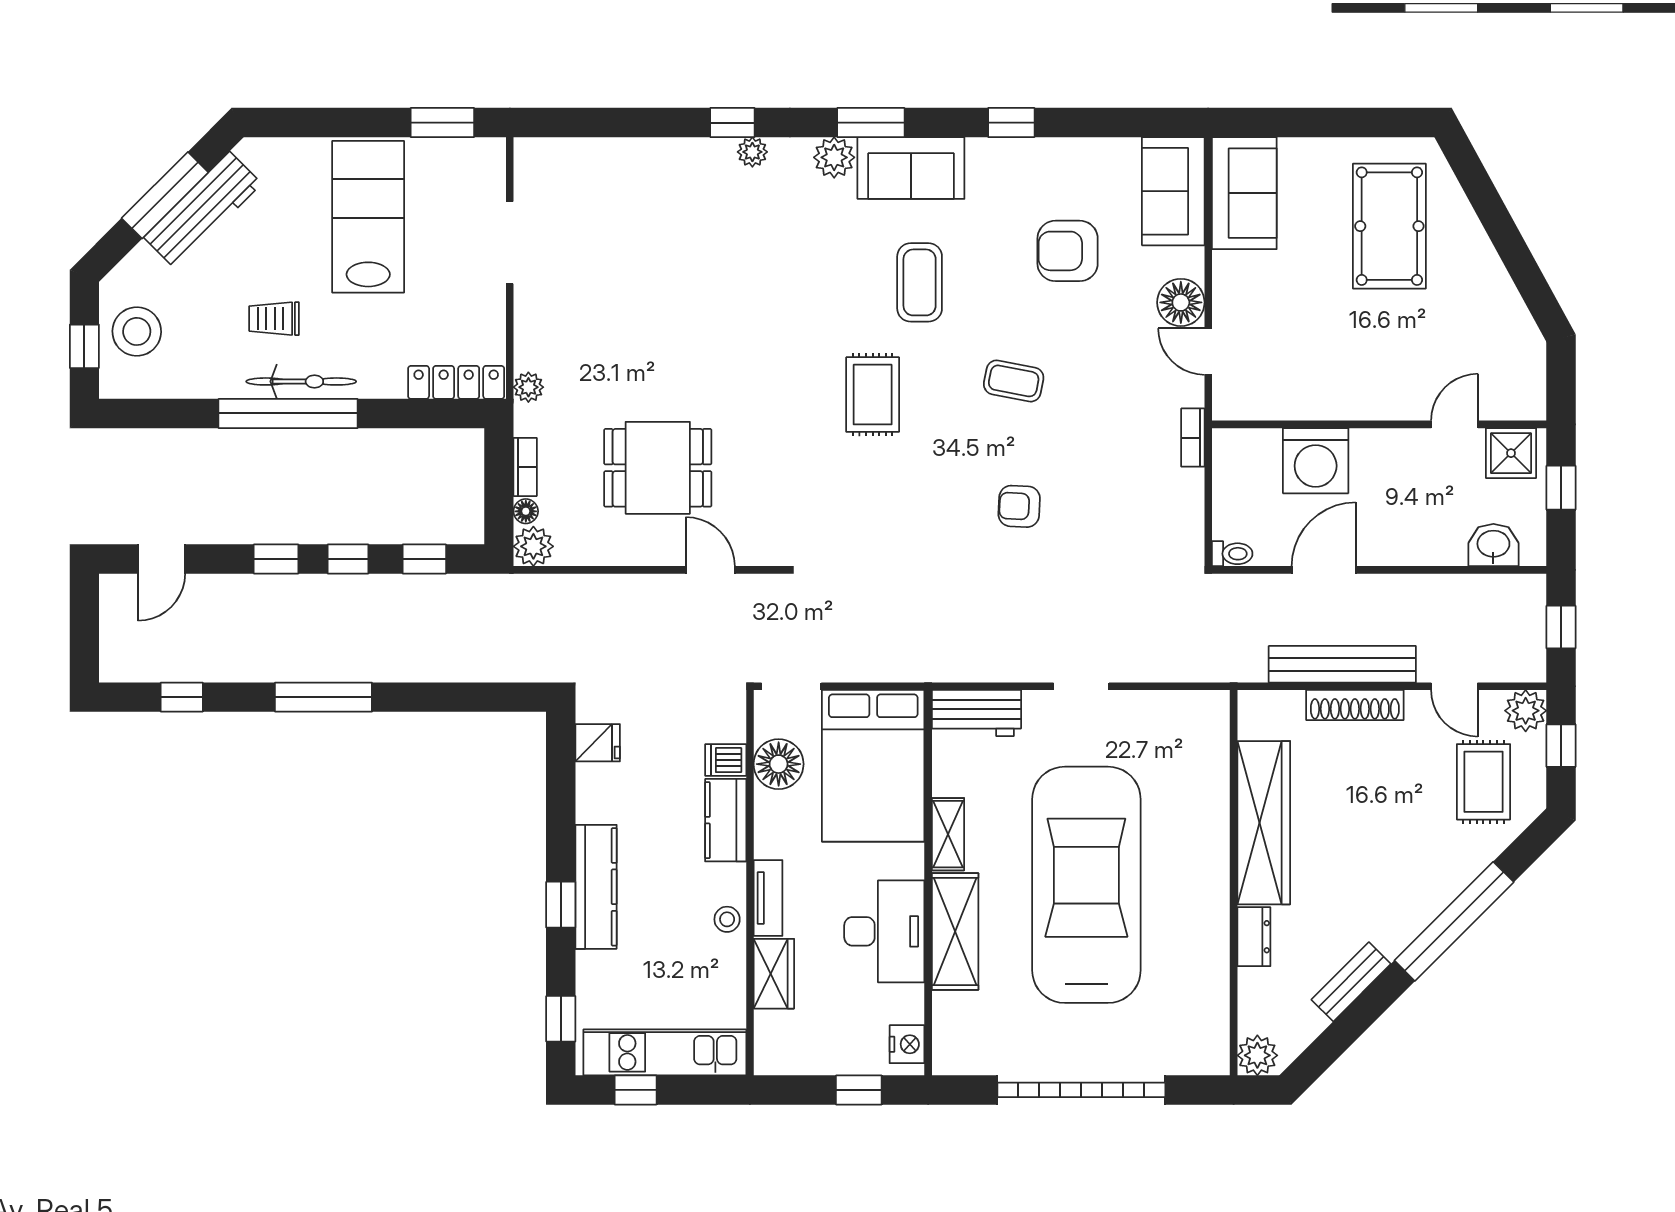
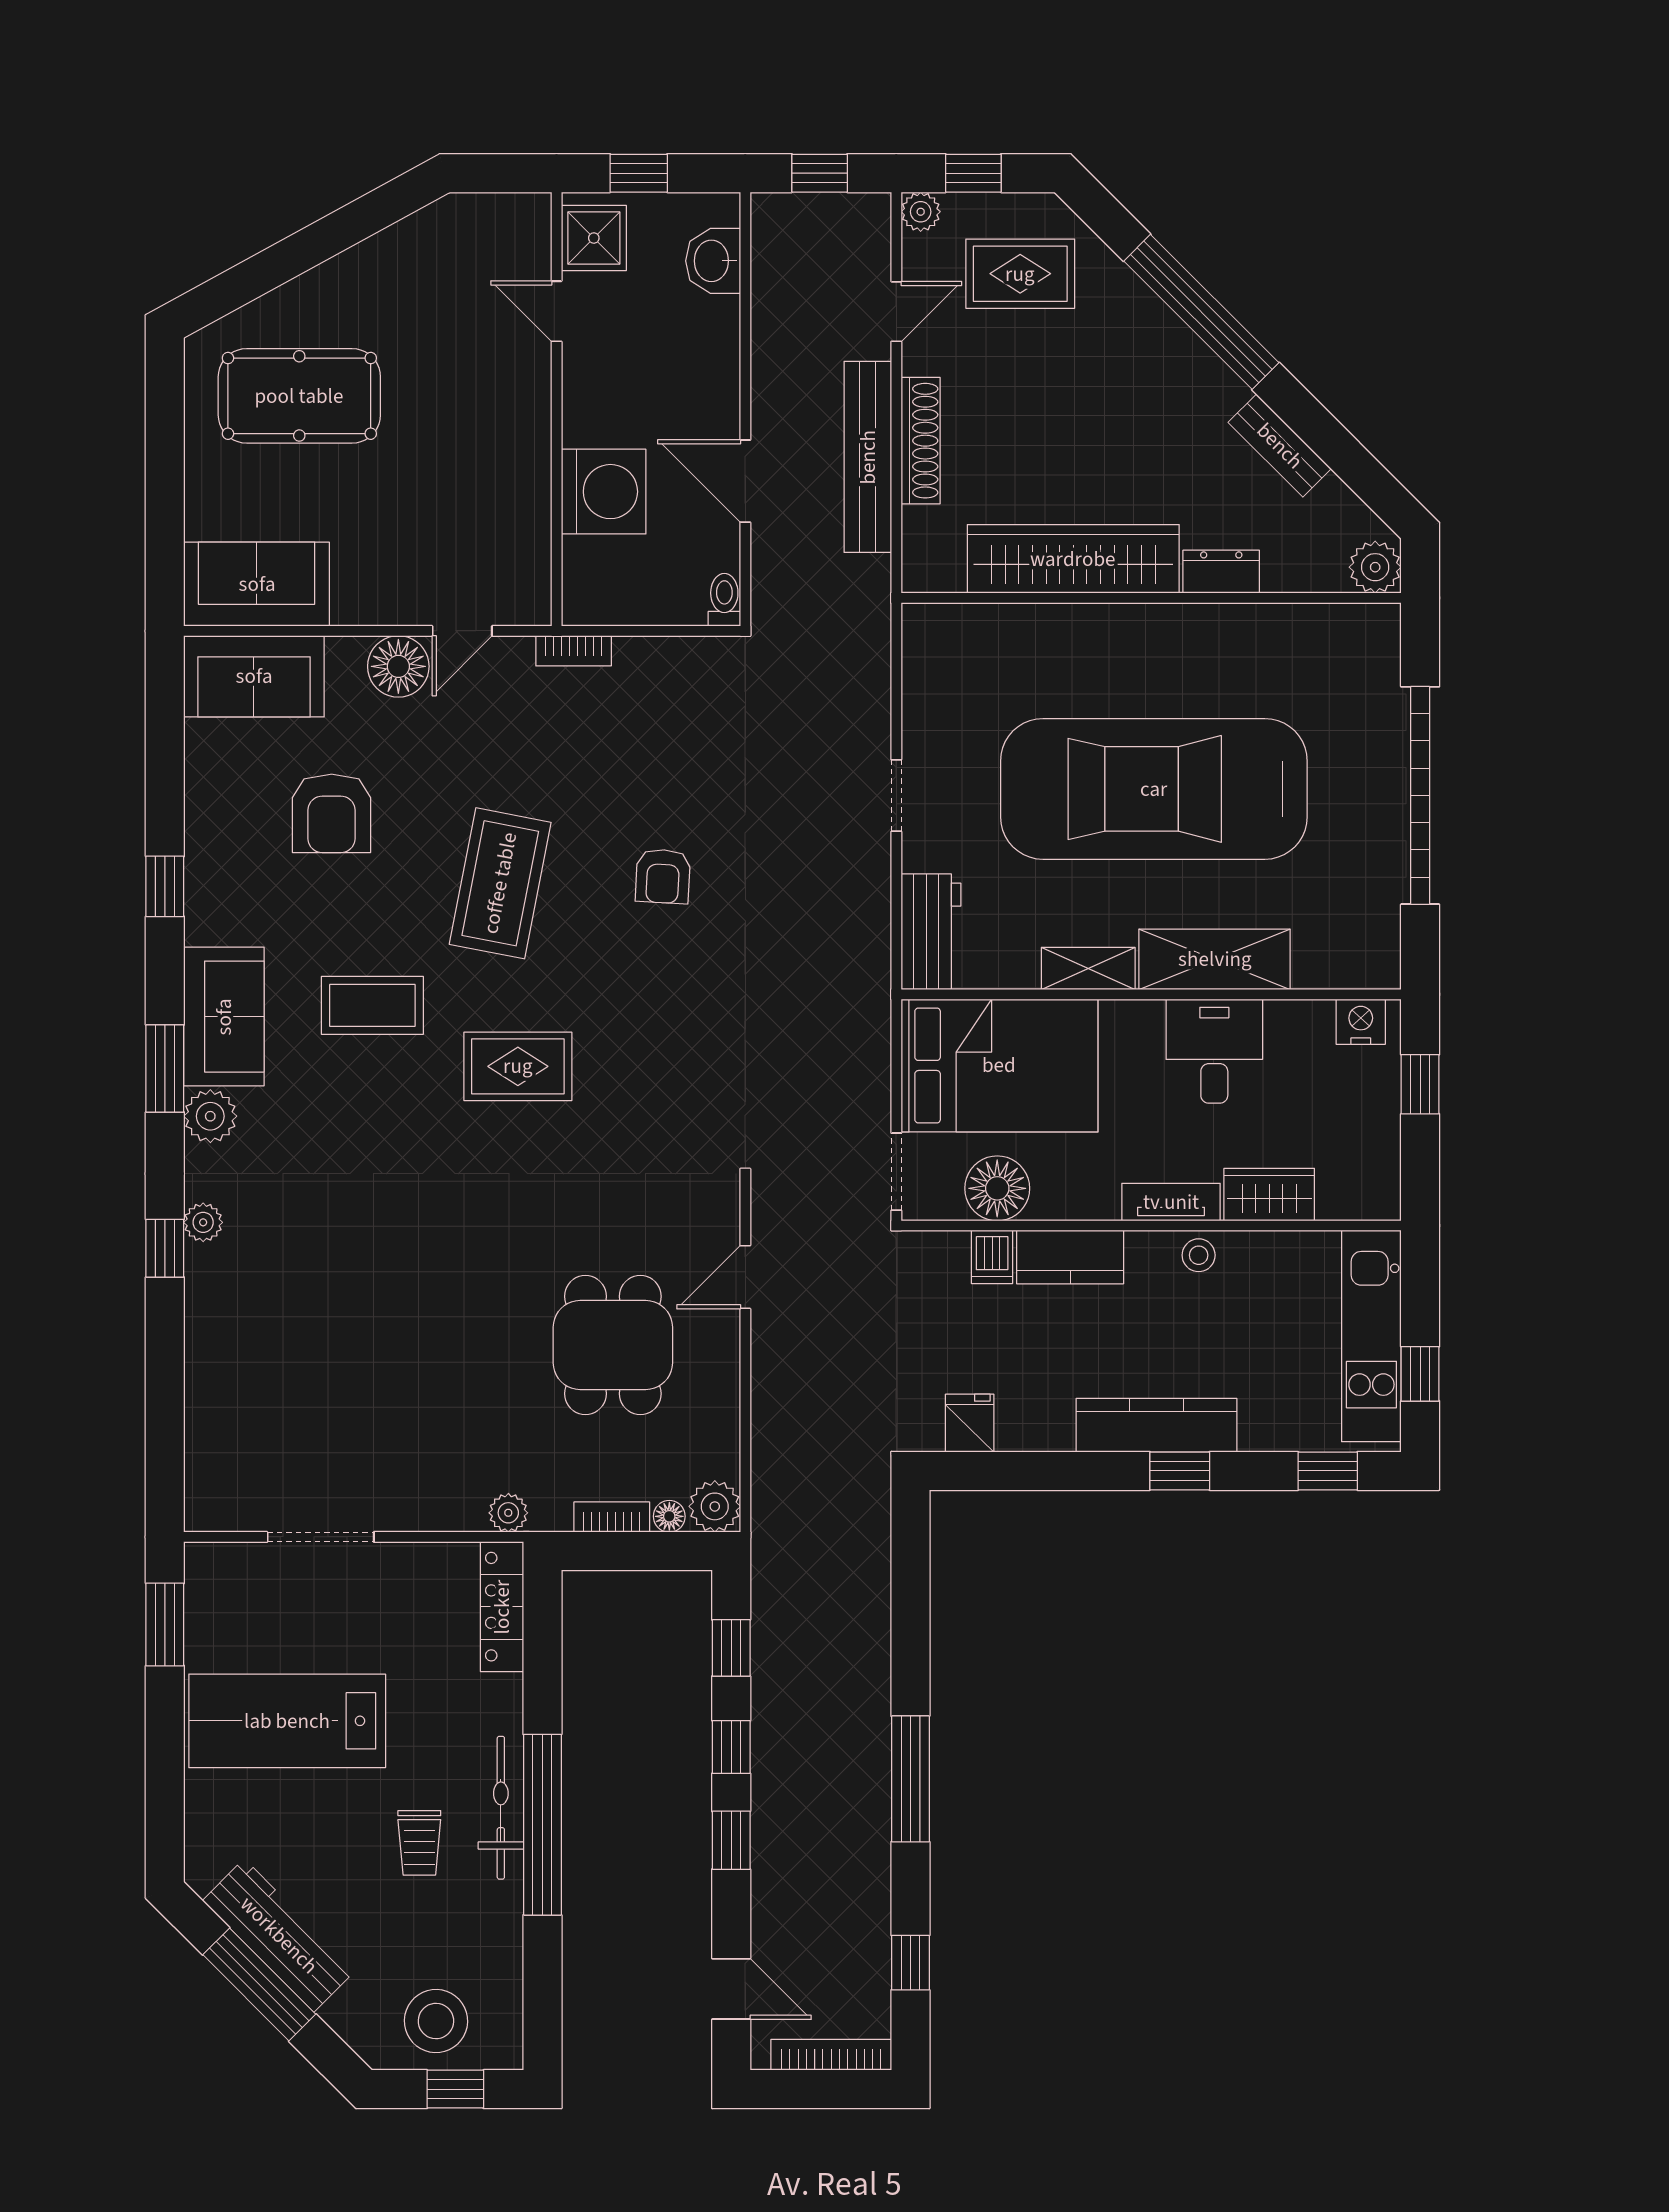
coffee table: (1014, 381) -> (500, 883), width x1.86, depth x1.72
bookcase: (111, 636) -> (831, 2055), added
plant: (1526, 711) -> (921, 212), width x0.73, depth x0.73
desk: (884, 931) -> (1214, 1051), width x0.73

